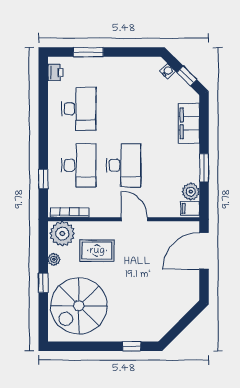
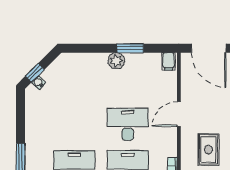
window: (187, 76) -> (35, 73), moved
filing cabinet: (189, 123) -> (88, 62), removed
plant: (191, 192) -> (116, 61), moved

